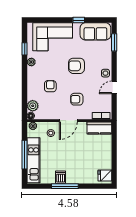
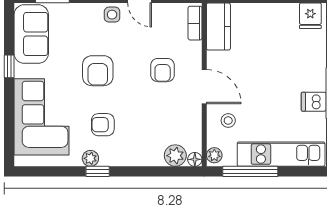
window: (25, 49) -> (98, 171), moved
armchair: (50, 86) -> (103, 125), moved
window: (25, 155) -> (250, 171), moved

